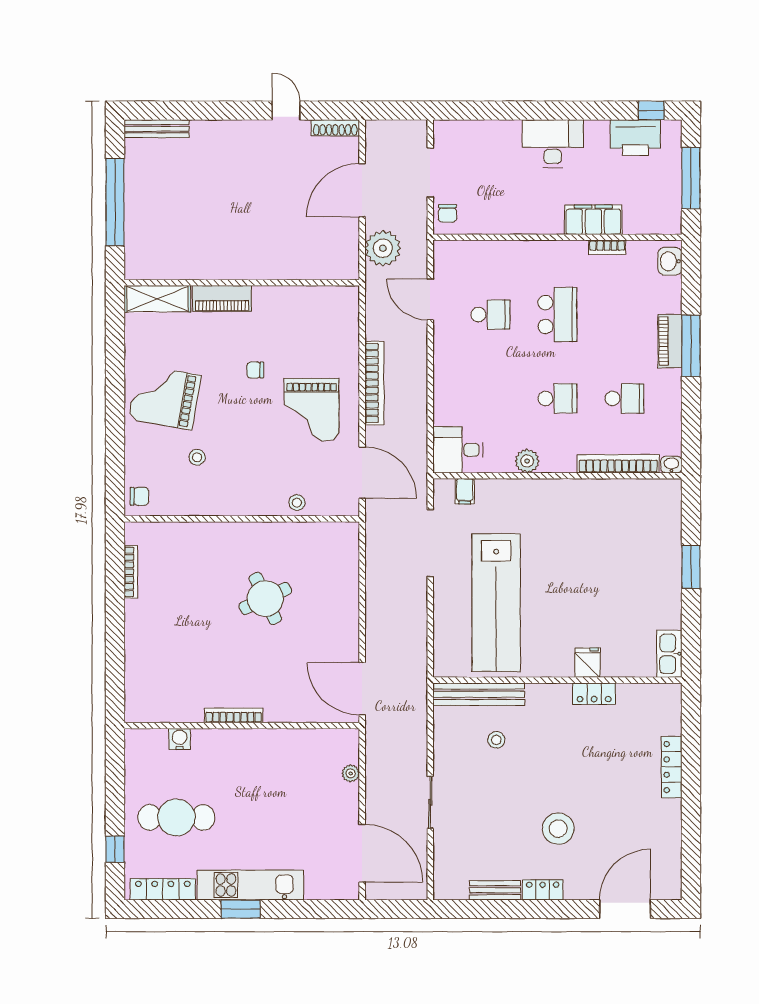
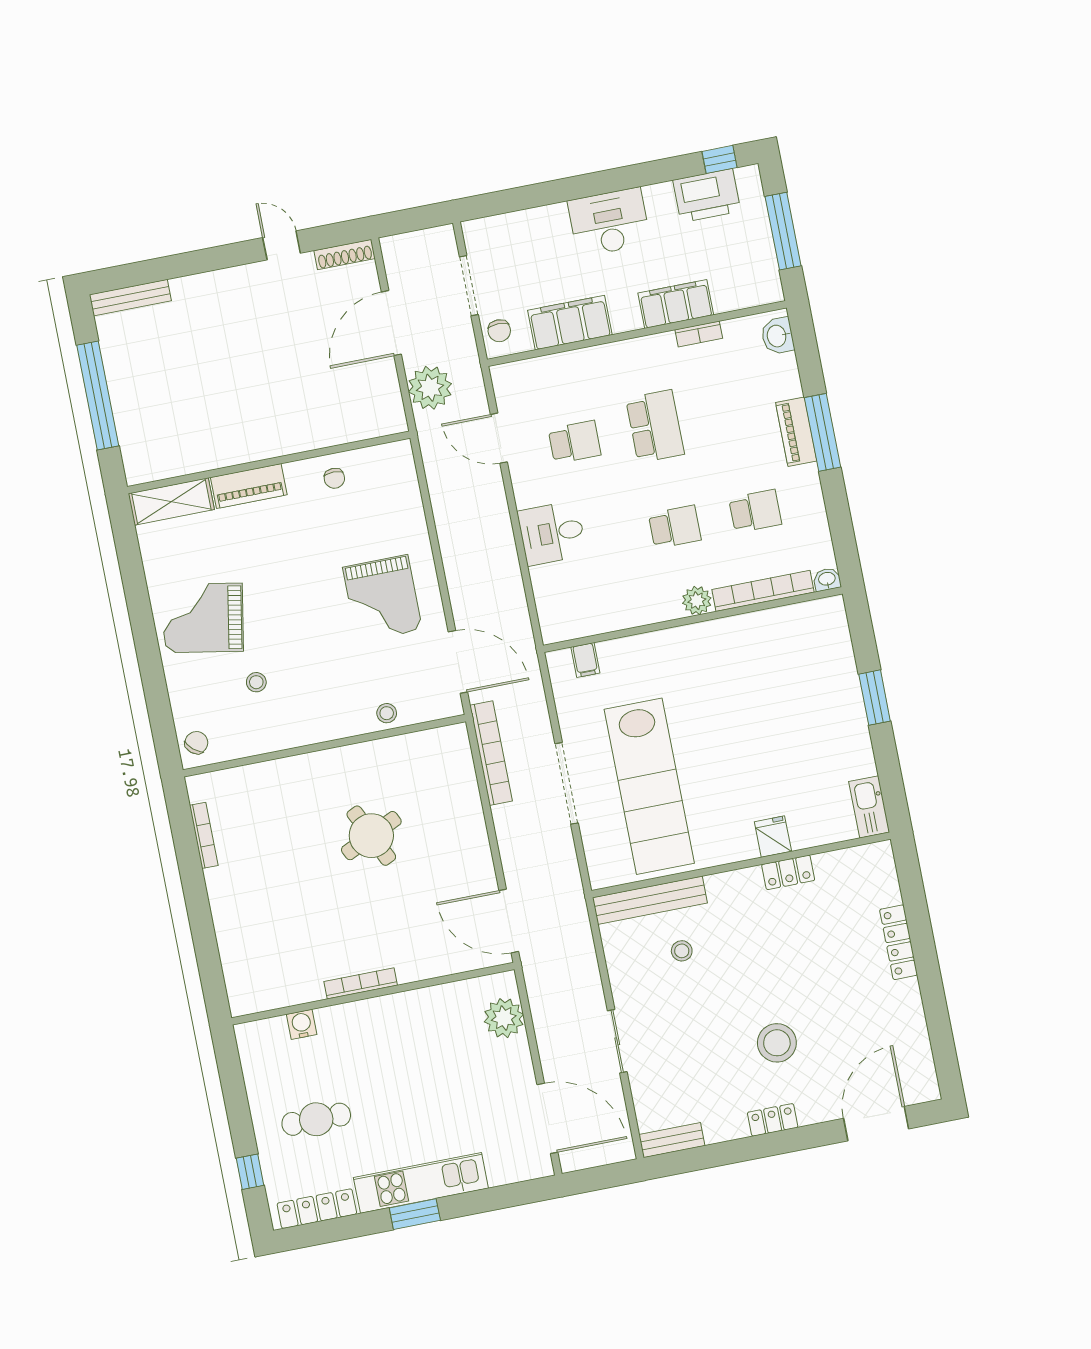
filing cabinet: (505, 218) -> (570, 323), added
chair: (255, 370) -> (334, 478), moved, turned -90
bookcase: (374, 383) -> (491, 753), moved
desk: (458, 450) -> (552, 533), moved
plant: (527, 461) -> (697, 601), moved
chair: (140, 496) -> (196, 743), turned -49
doorway: (430, 543) -> (567, 783), moved
plant: (351, 773) -> (504, 1018), width x1.88, depth x1.88
cafe table: (176, 817) -> (316, 1119), width x0.73, depth x0.74
bench: (495, 890) -> (672, 1140), moved

